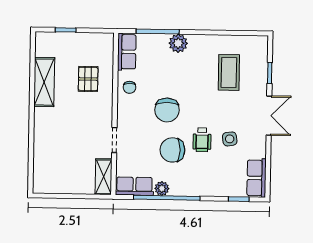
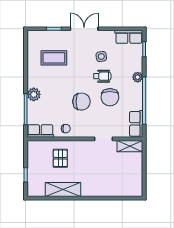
pallet: (88, 79) -> (60, 158), turned 90
plant: (162, 189) -> (138, 77), moved

